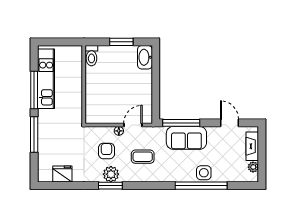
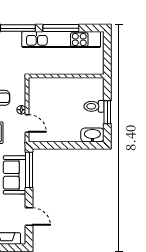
toilet: (91, 56) -> (94, 106), moved
kitchen unit: (46, 79) -> (61, 40), width x1.36
door: (229, 123) -> (29, 217), hinge flipped

